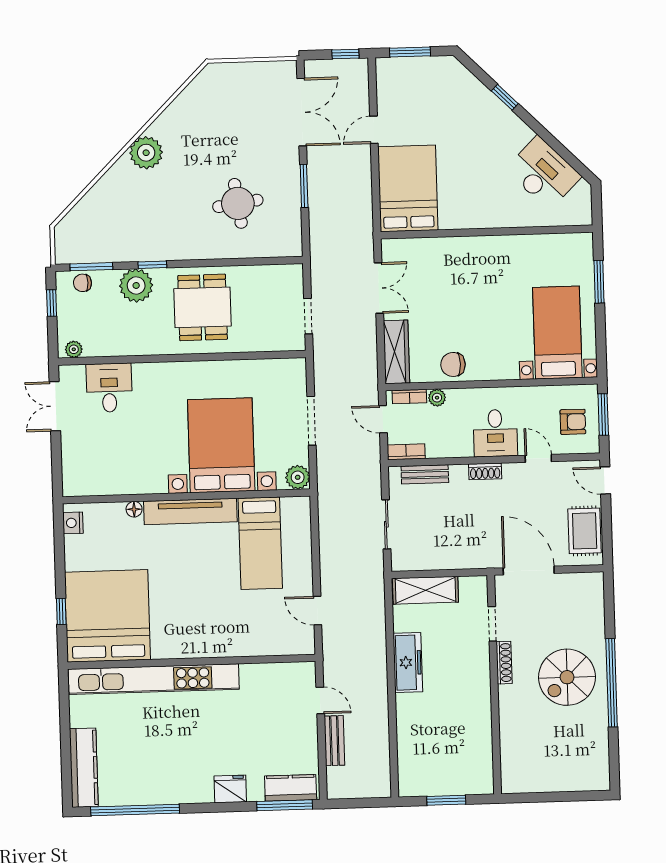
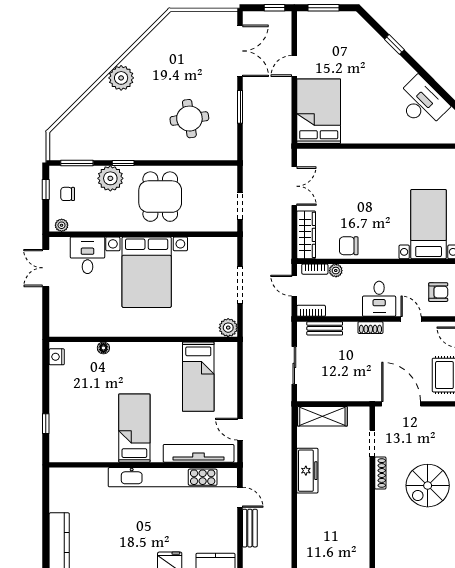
chair: (82, 283) -> (68, 194), moved
bed with nightstands: (221, 445) -> (147, 272), moved, turned 180
tv unit: (190, 511) -> (199, 453), moved, turned 180
bed: (107, 616) -> (134, 428), moved, width x0.49
kitchen unit: (154, 679) -> (173, 477), moved

